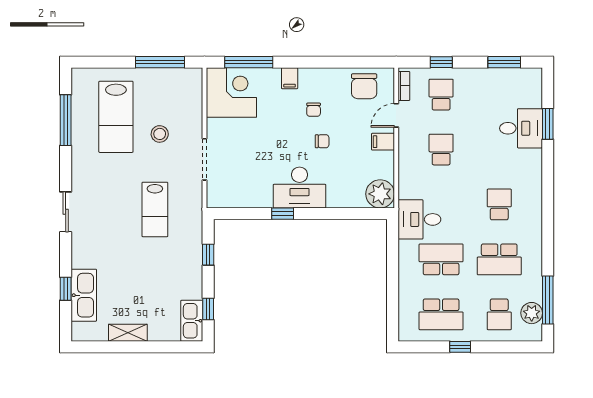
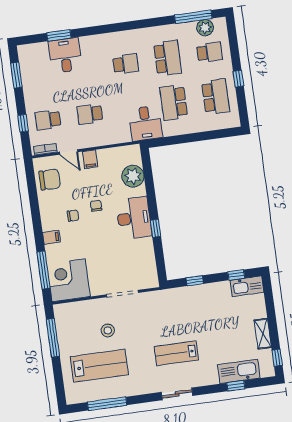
plant: (380, 194) -> (133, 176), moved
school desk: (499, 204) -> (126, 64), turned 180
lab bench: (155, 209) -> (176, 353), moved, turned 180
window: (94, 347) -> (277, 358), added

